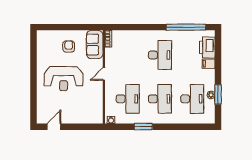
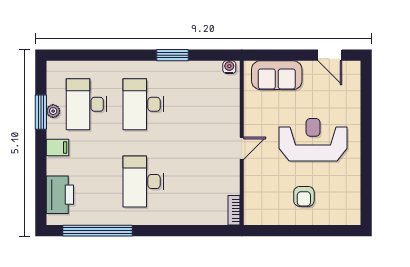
sofa: (95, 44) -> (277, 75), moved, turned 90
filing cabinet: (209, 64) -> (57, 147), moved
desk: (128, 99) -> (200, 104), removed
door: (54, 127) -> (330, 55), hinge flipped

